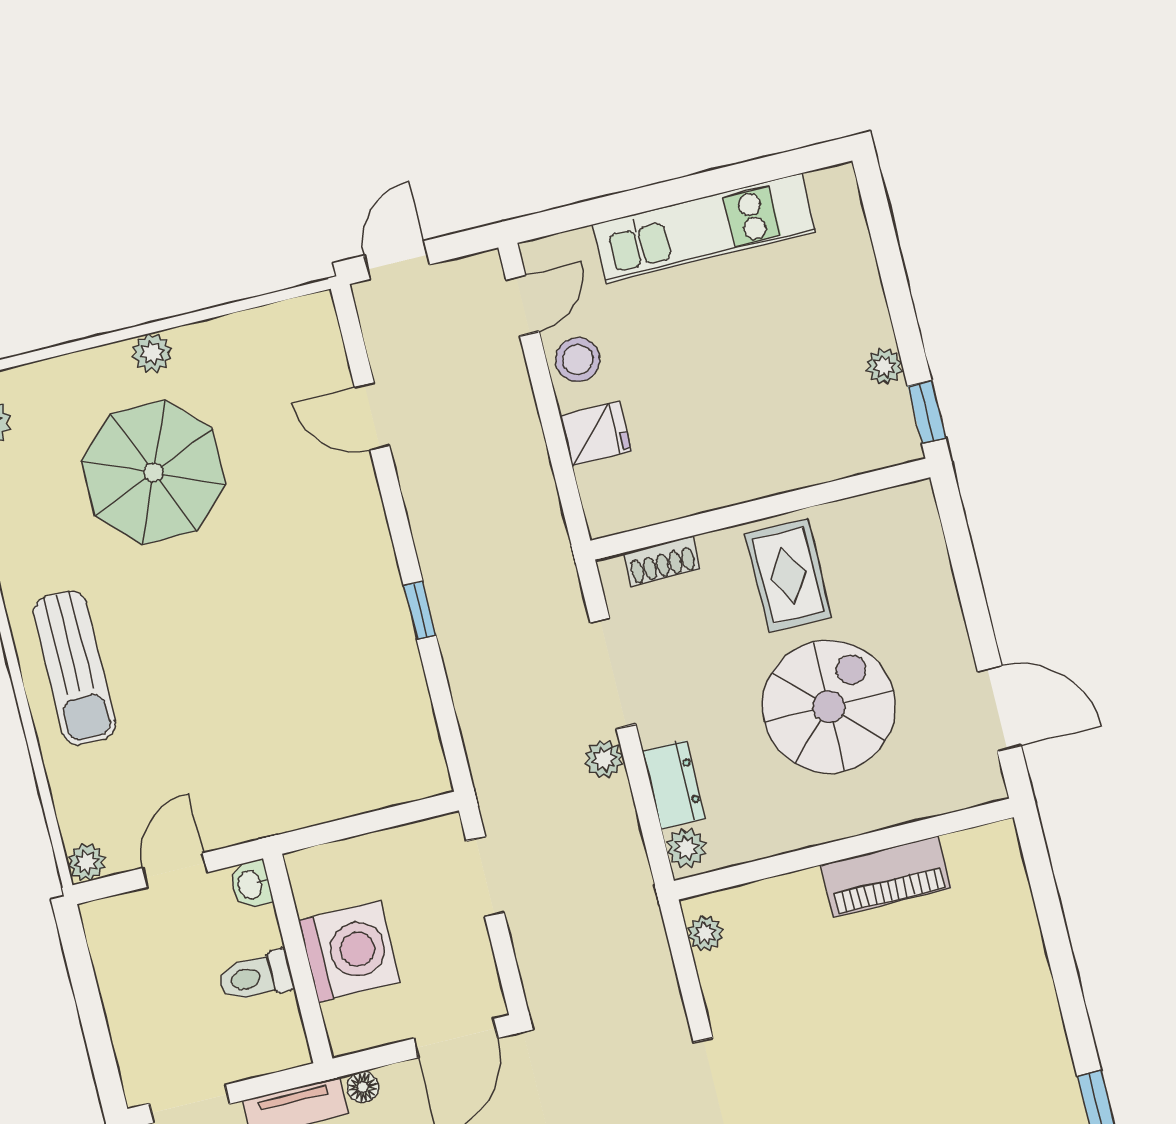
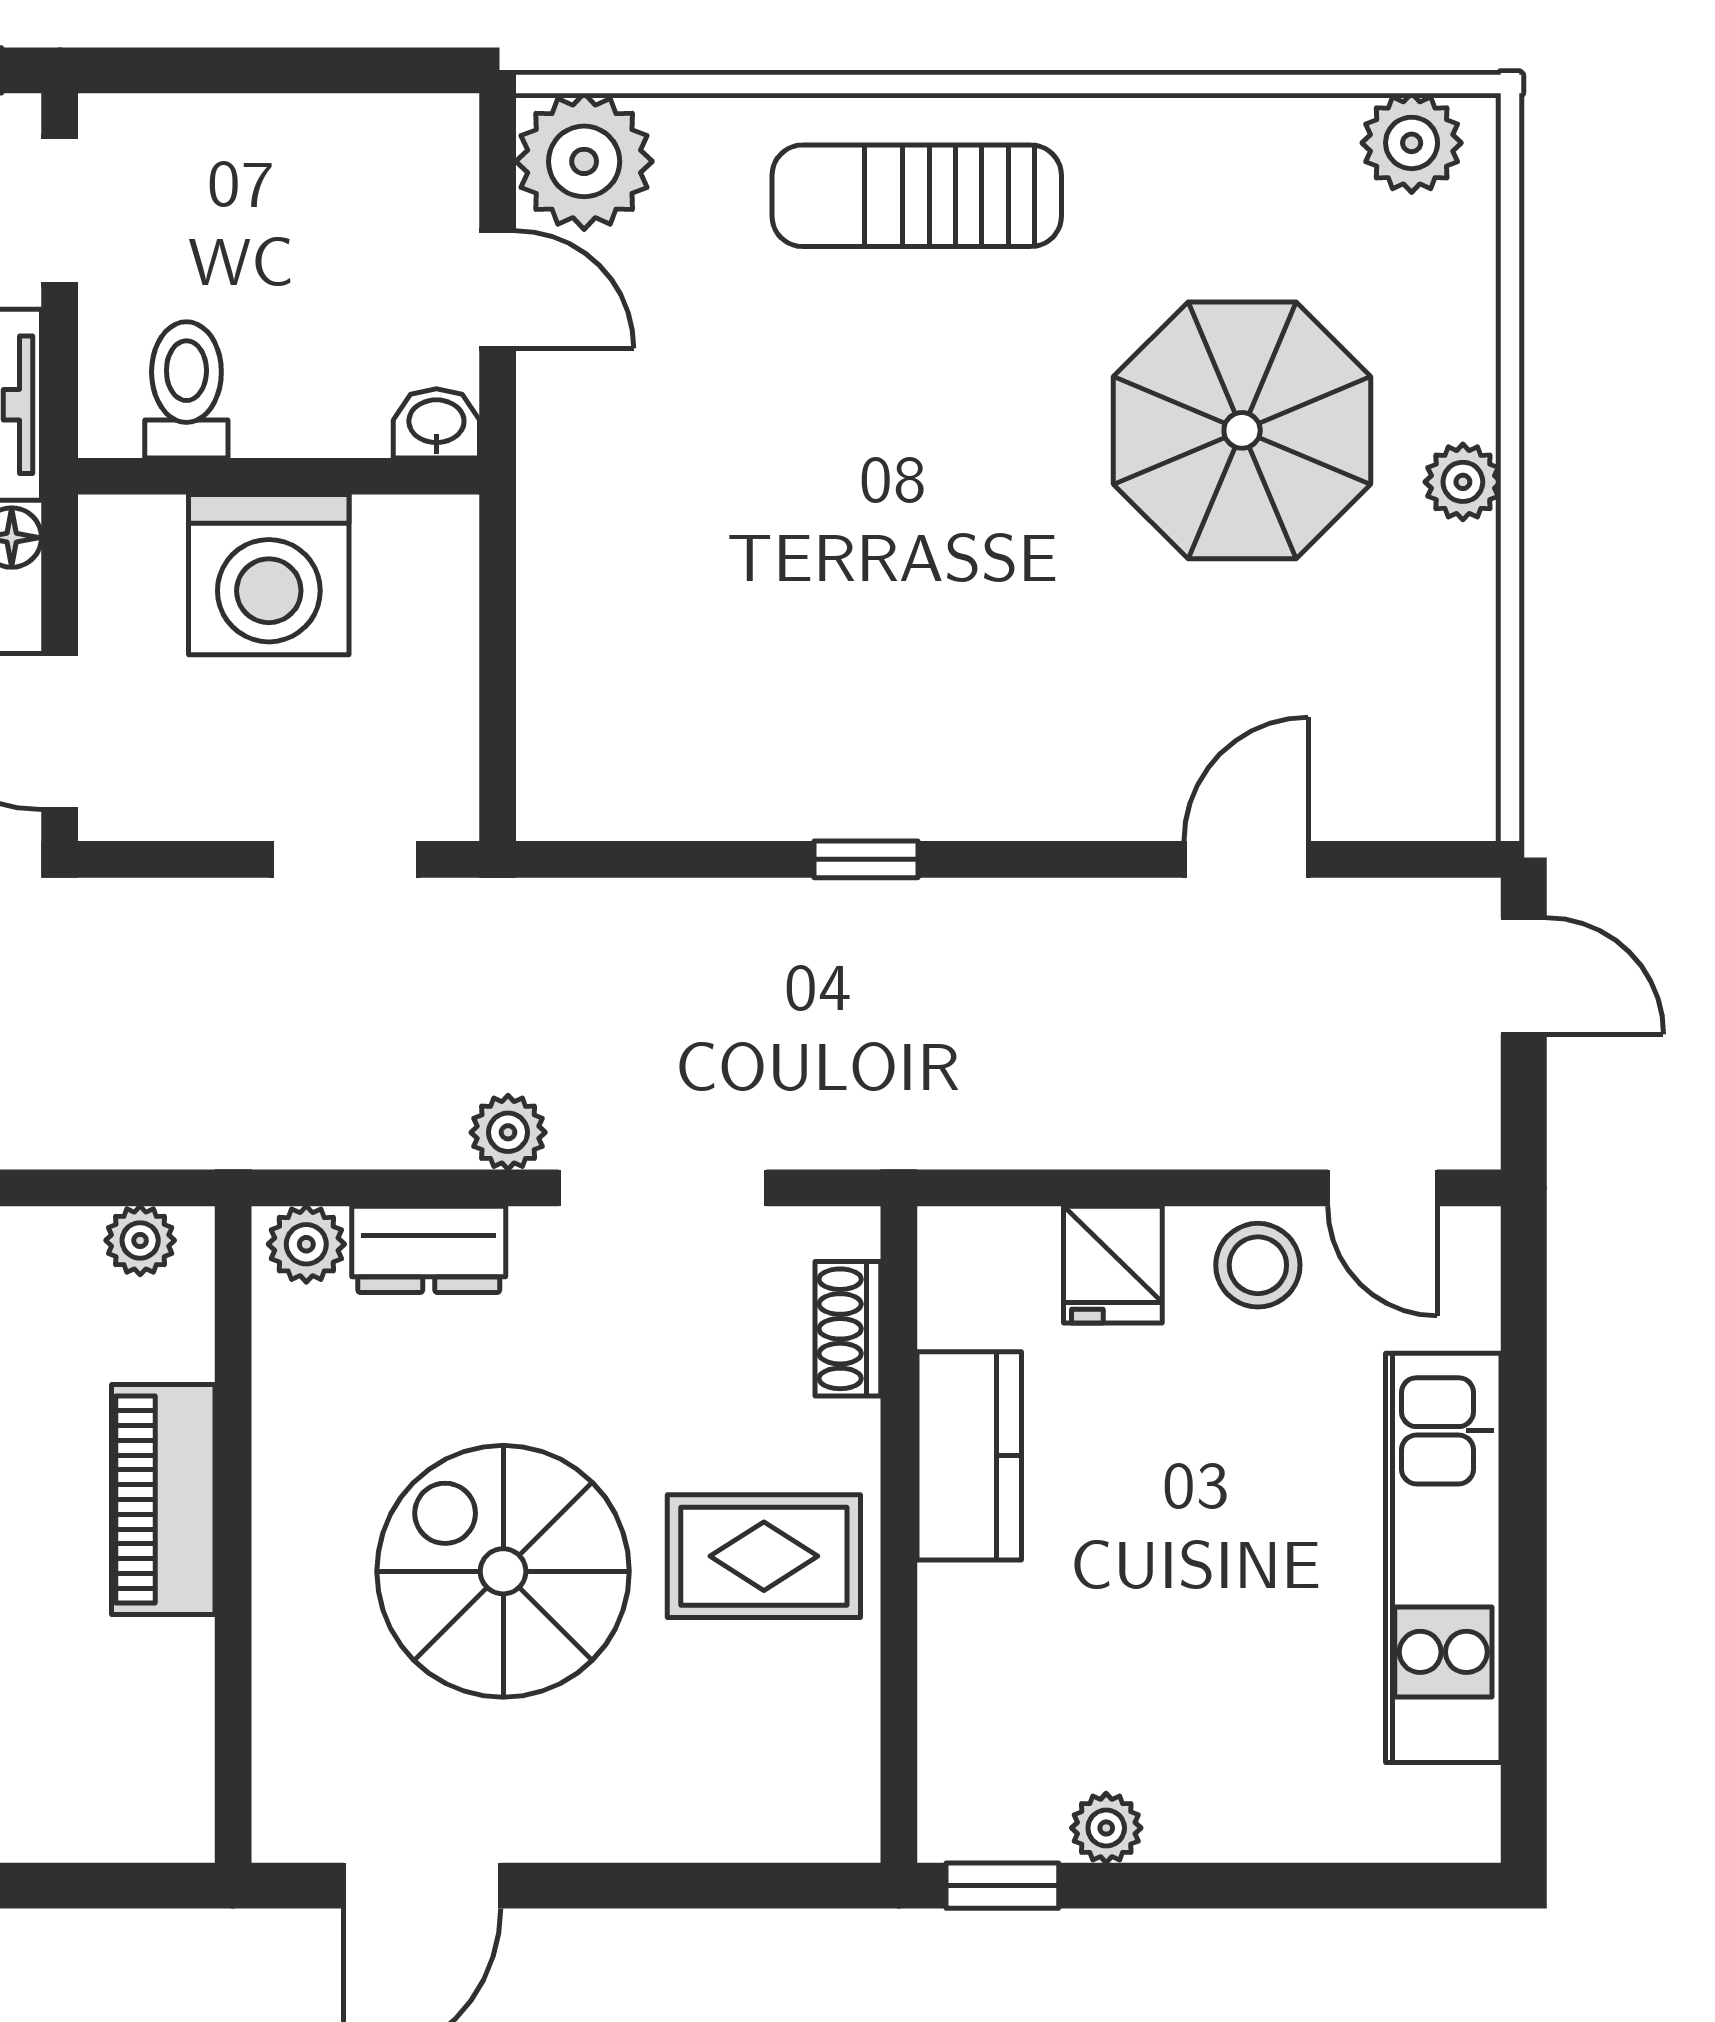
kitchen counter: (711, 483) -> (969, 1456), added
spiral stairs: (829, 707) -> (503, 1571), turned 180
plant: (86, 862) -> (584, 161), width x1.88, depth x1.88
piano: (886, 876) -> (163, 1499), moved
toilet: (255, 977) -> (186, 390), moved

